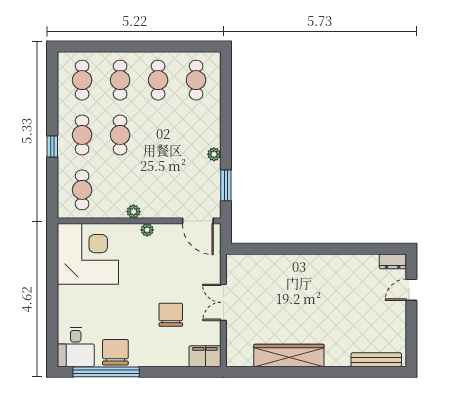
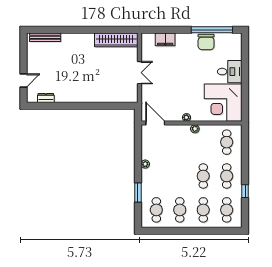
window: (52, 147) -> (245, 191), moved
window: (226, 185) -> (138, 193), moved
dresser: (393, 261) -> (46, 98), moved
chair: (171, 315) -> (172, 65), removed
desk: (76, 347) -> (230, 72), moved, turned 90
wardrobe: (289, 355) -> (116, 40), moved
filing cabinet: (205, 356) -> (165, 39), moved

